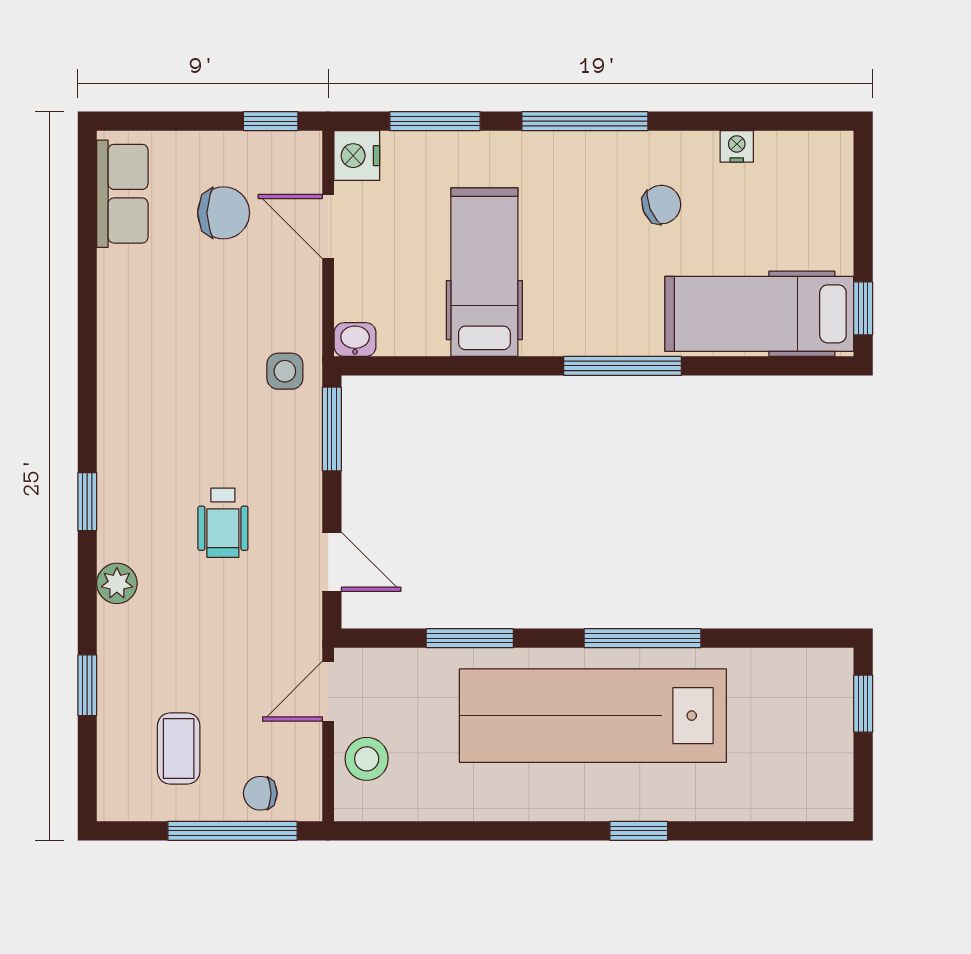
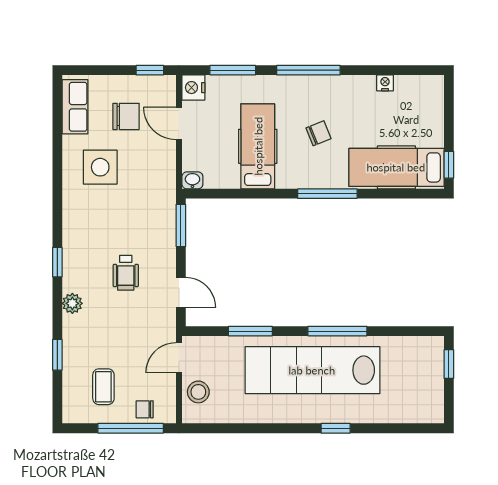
chair: (661, 205) -> (319, 133), moved
side table: (285, 371) -> (100, 167), moved, width x1.87, depth x1.87

